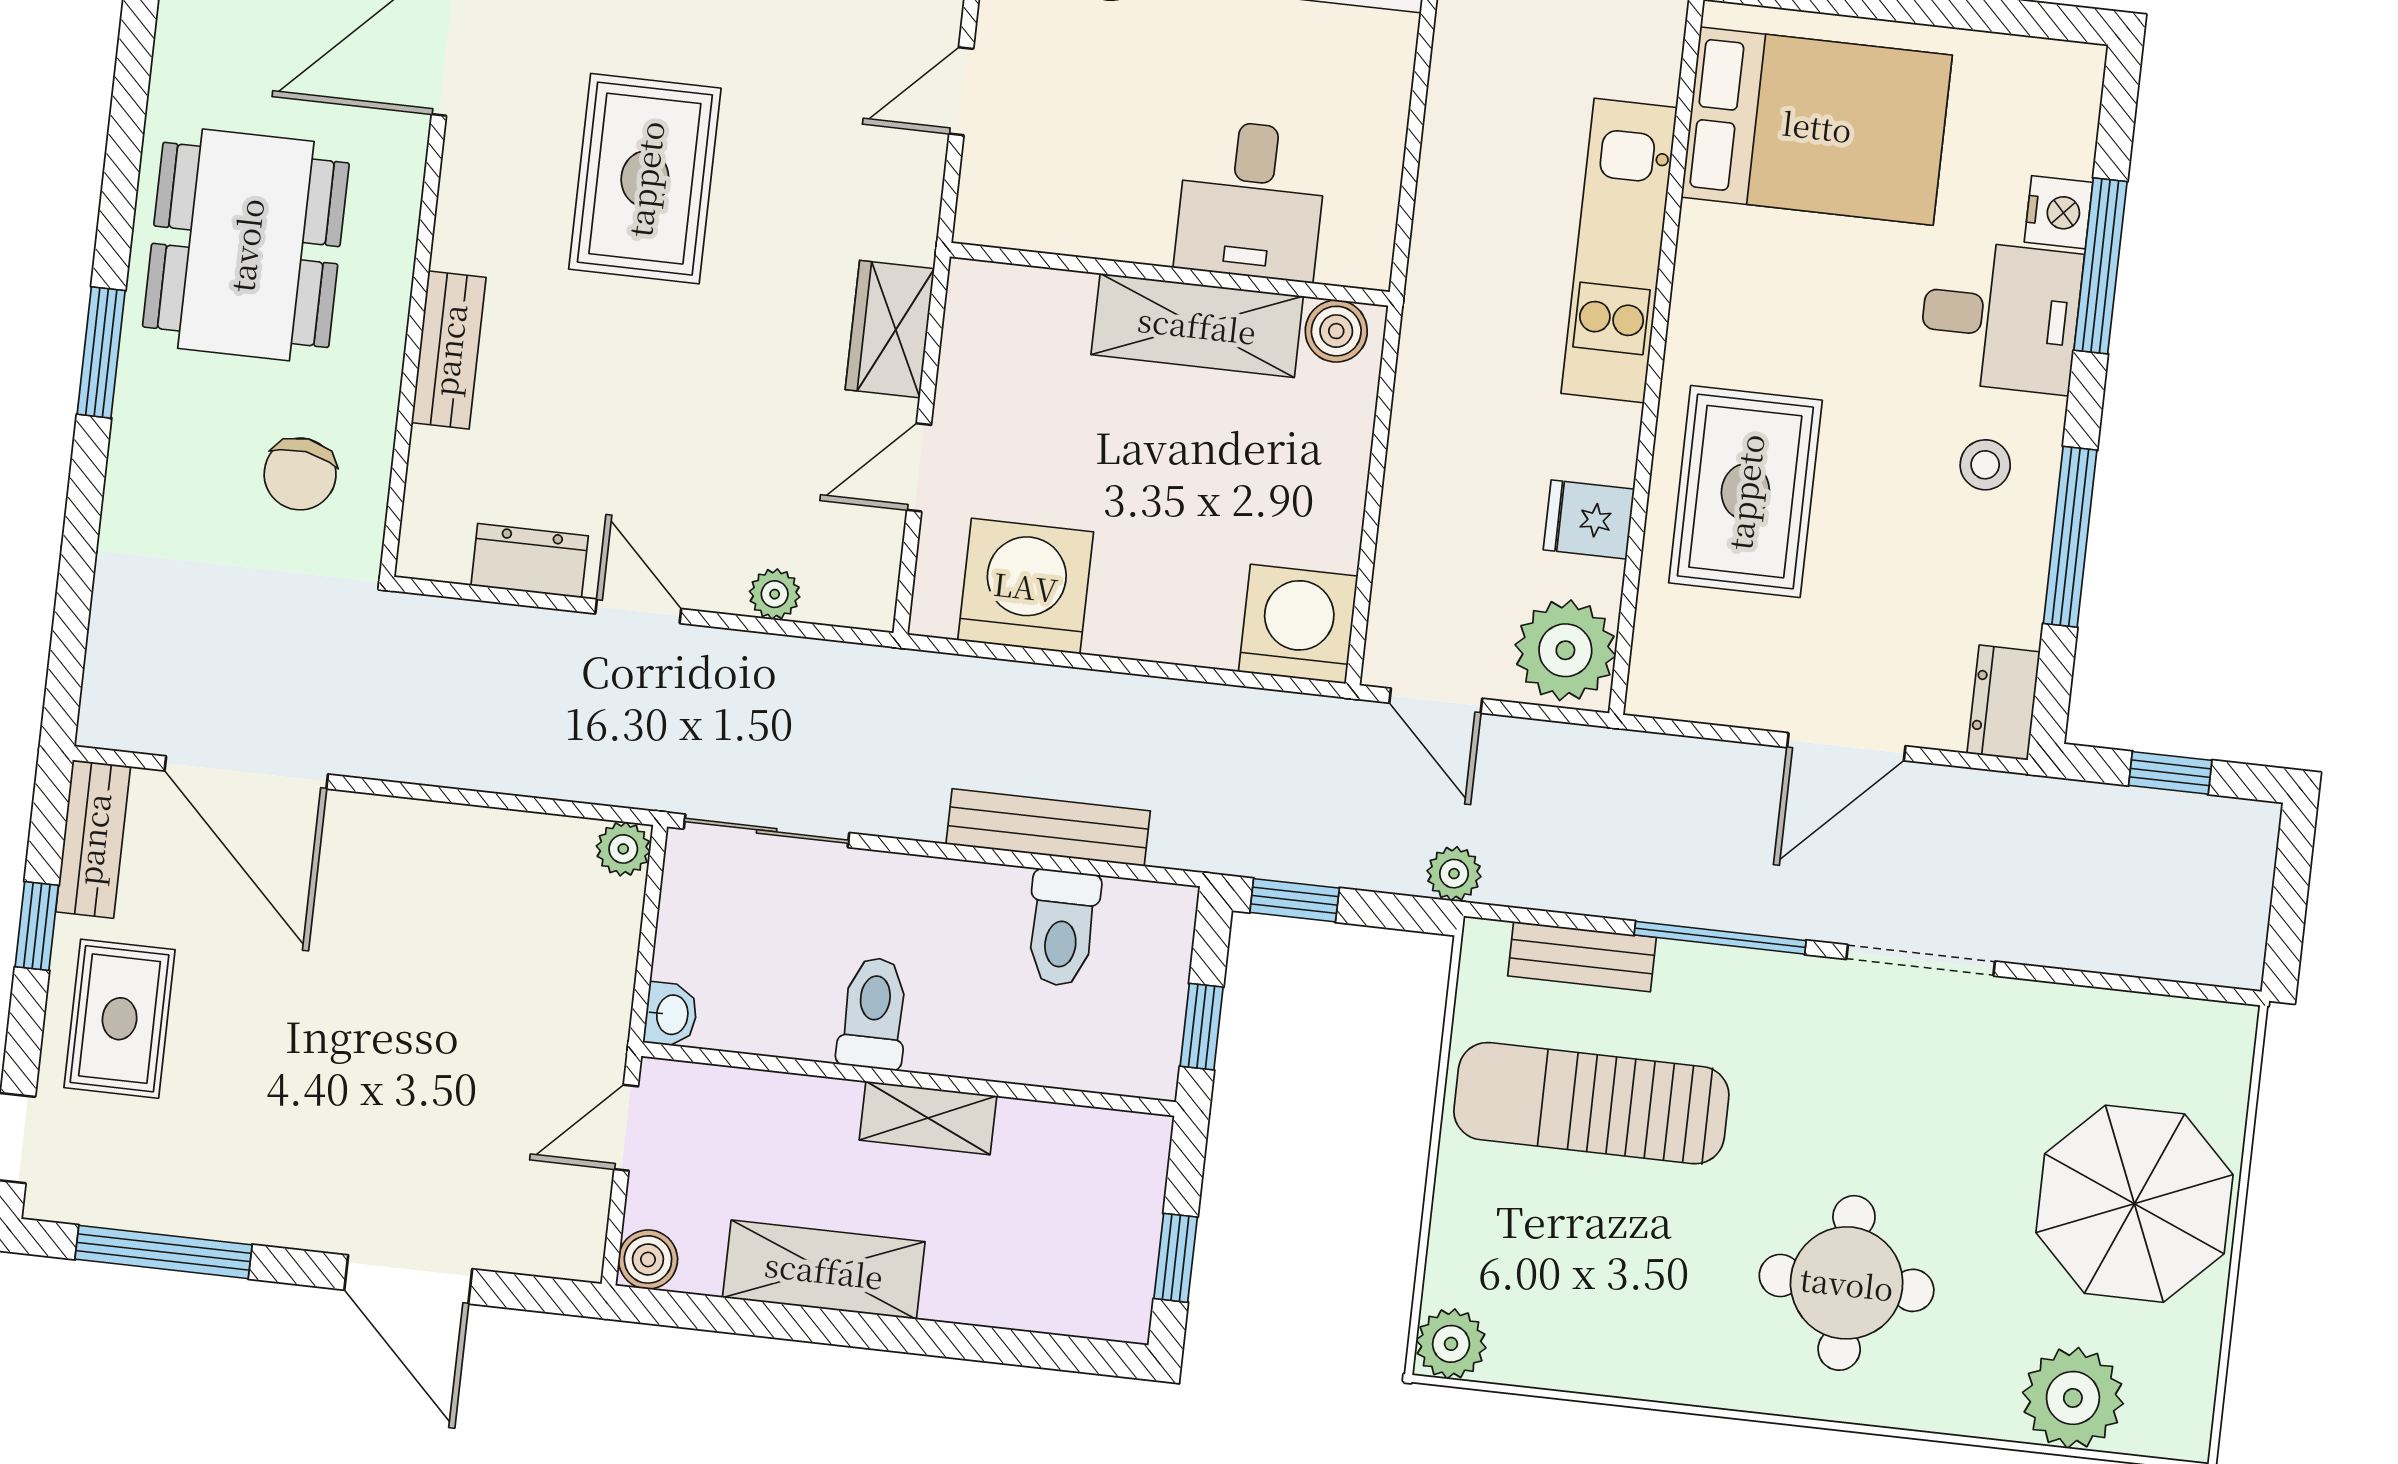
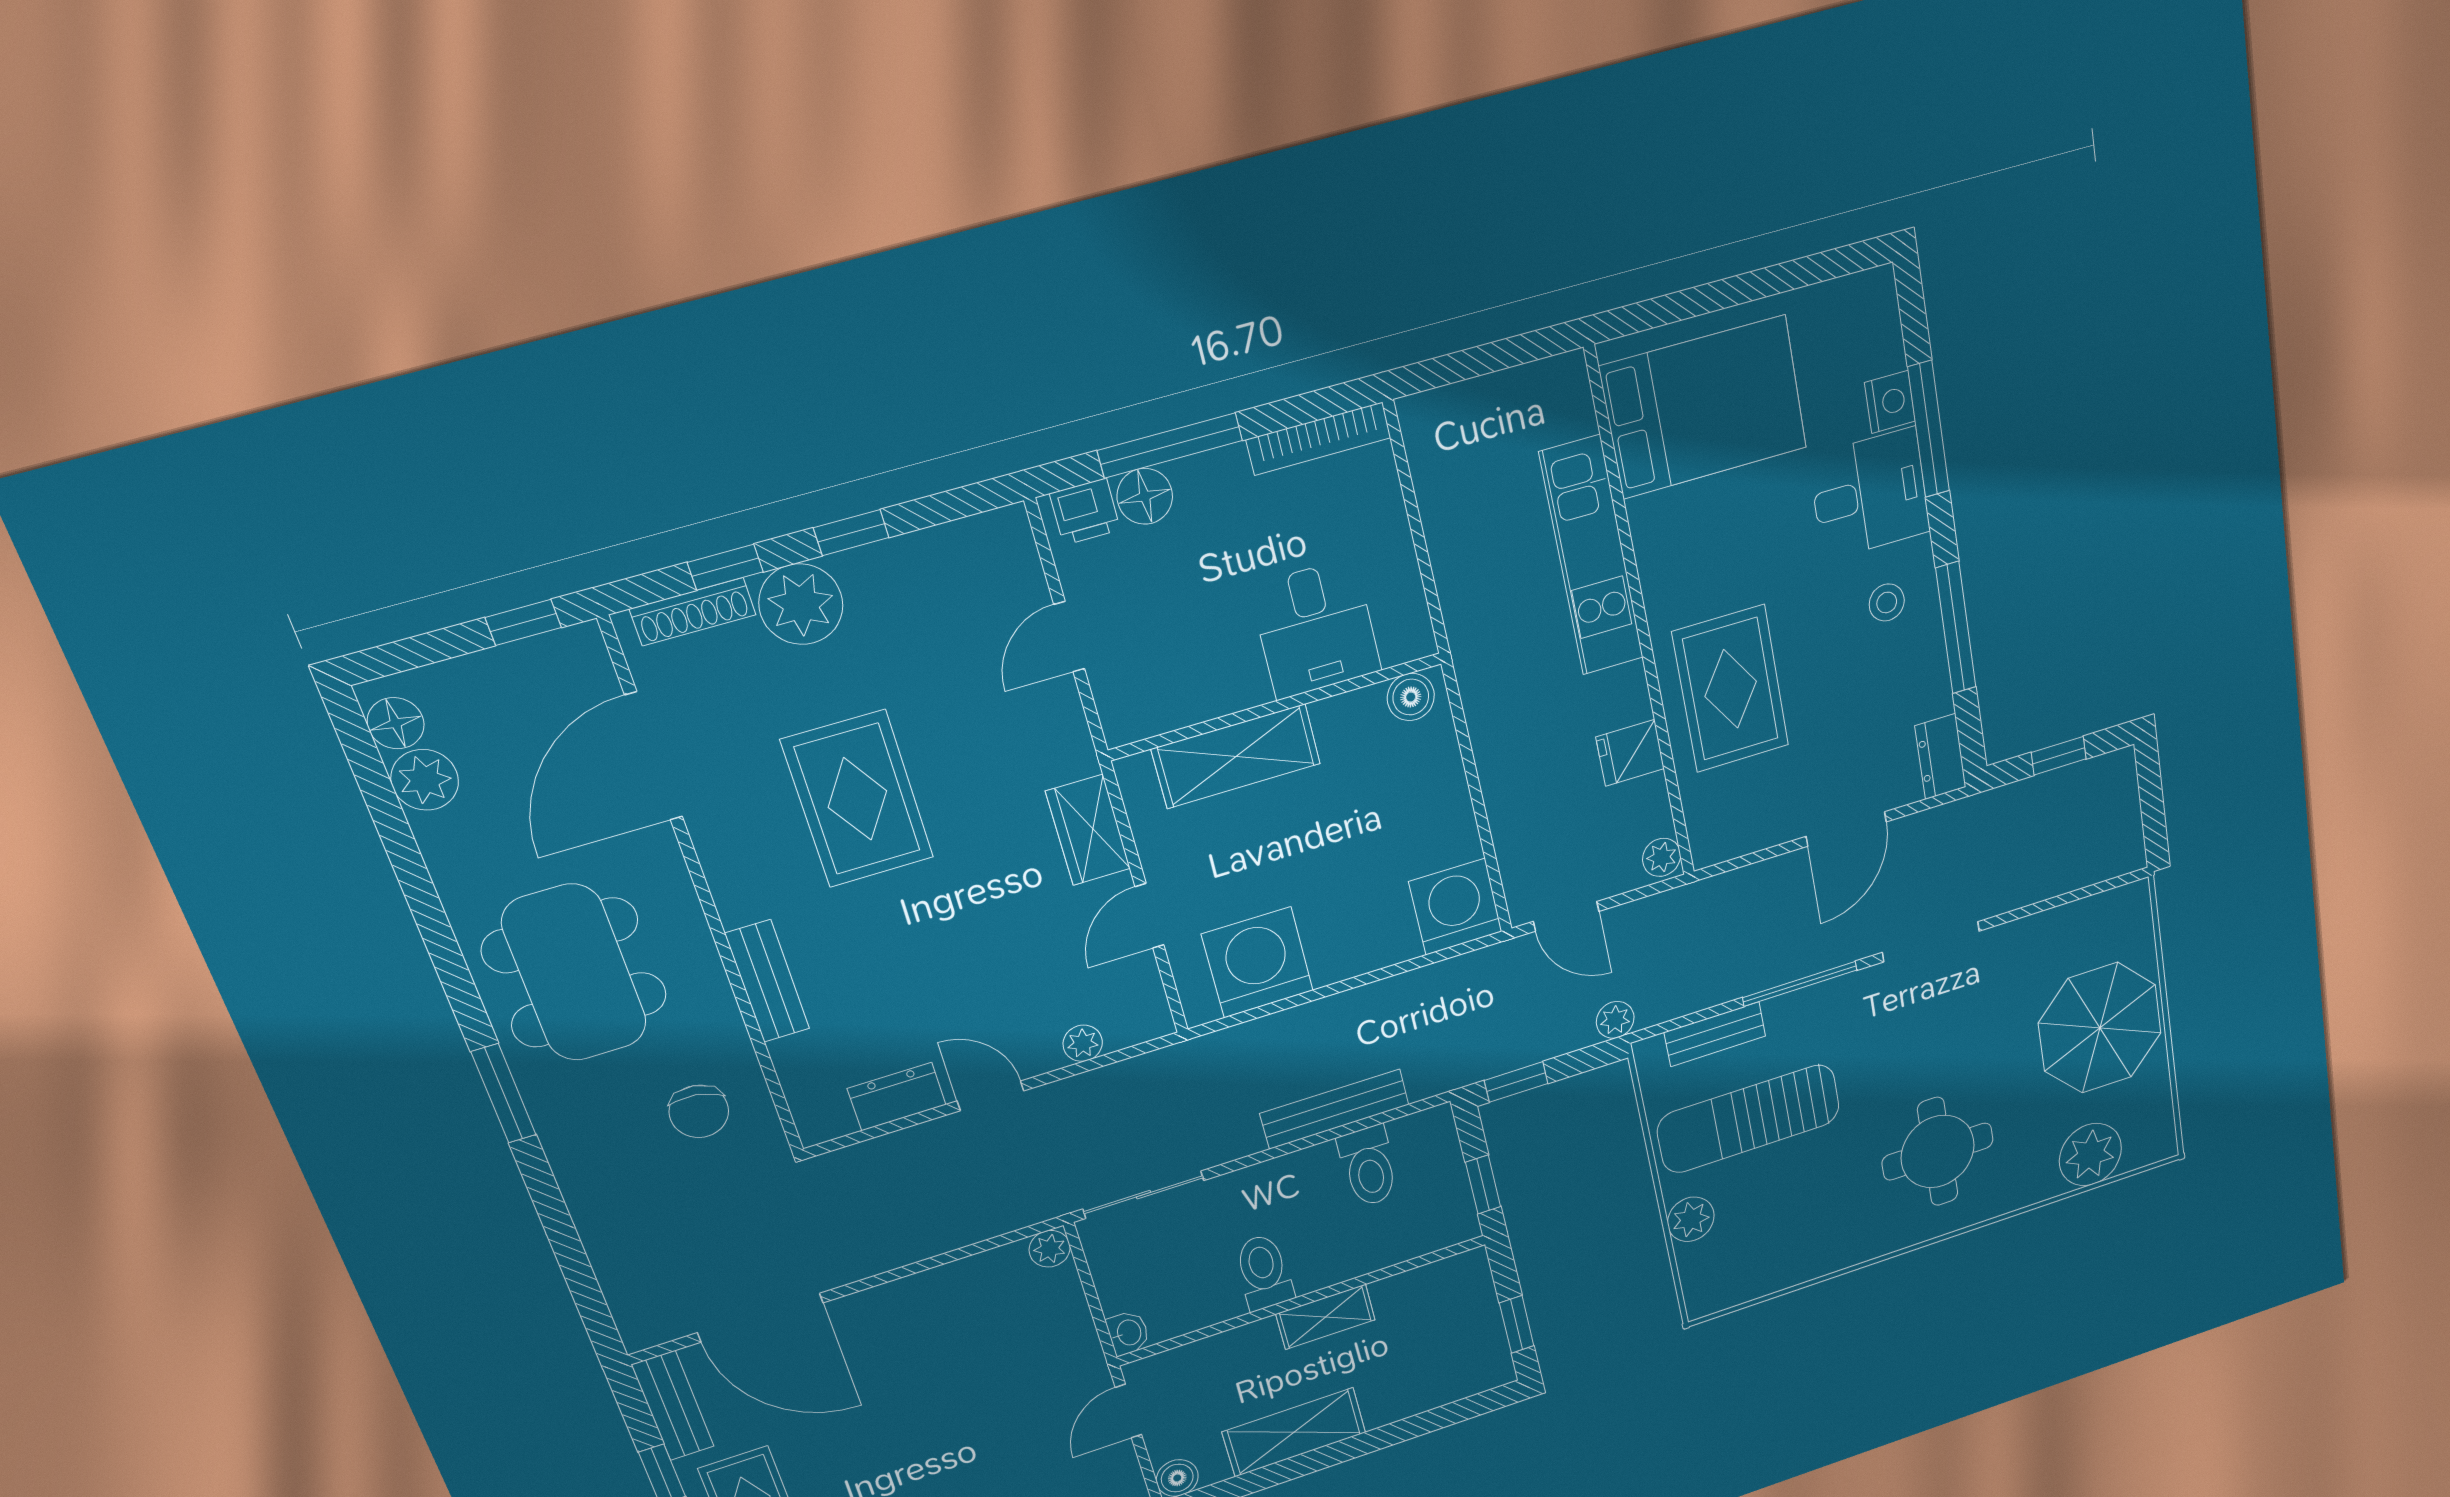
shelving: (1197, 325) -> (1236, 756), moved
plant: (1565, 650) -> (1662, 857), width x0.53, depth x0.53
plant: (1451, 1344) -> (1691, 1219), moved

